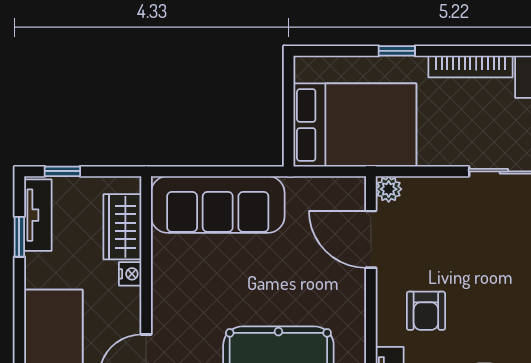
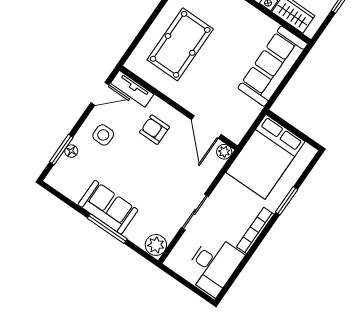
window: (397, 51) -> (287, 201), width x1.50
door: (371, 239) -> (206, 127), swing flipped

